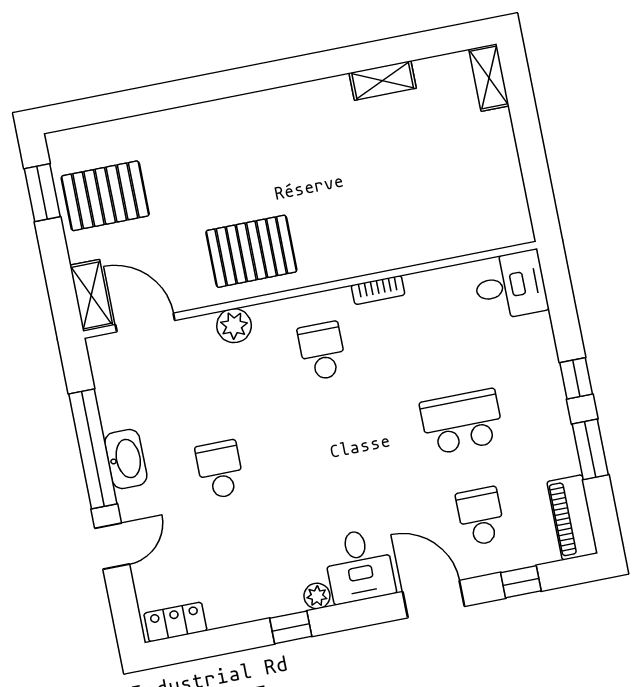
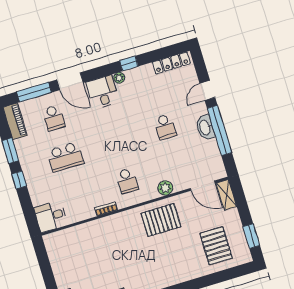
pallet: (105, 196) -> (216, 246), moved, turned 90
window: (521, 582) -> (34, 92), width x2.17
locker: (175, 622) -> (171, 63), width x1.53

